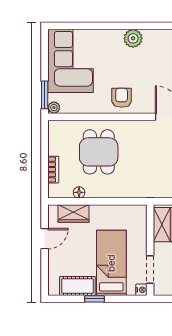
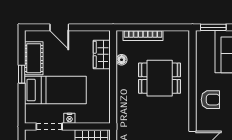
plant: (54, 108) -> (201, 36), removed
bookcase: (53, 170) -> (143, 35), width x1.56
door: (45, 239) -> (59, 27), moved
nightstand: (141, 290) -> (69, 118), moved

